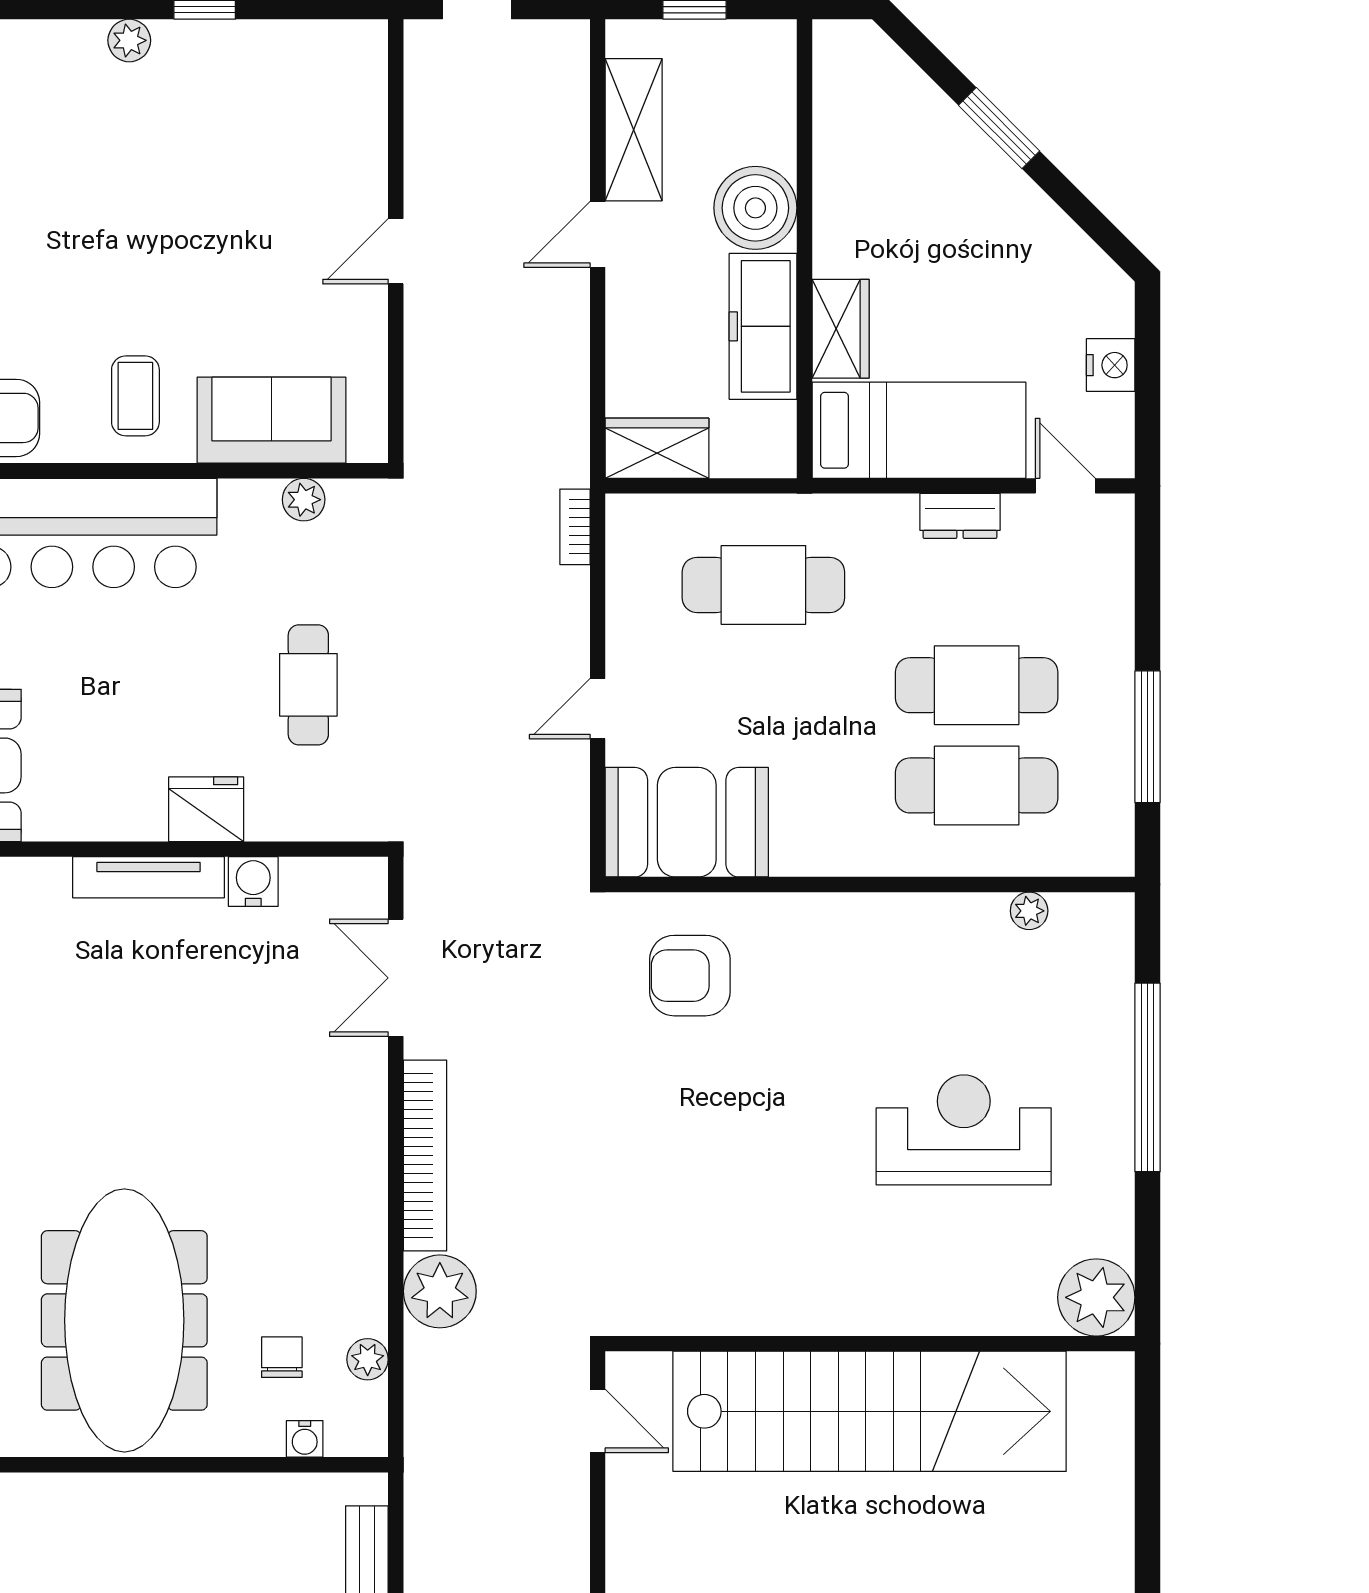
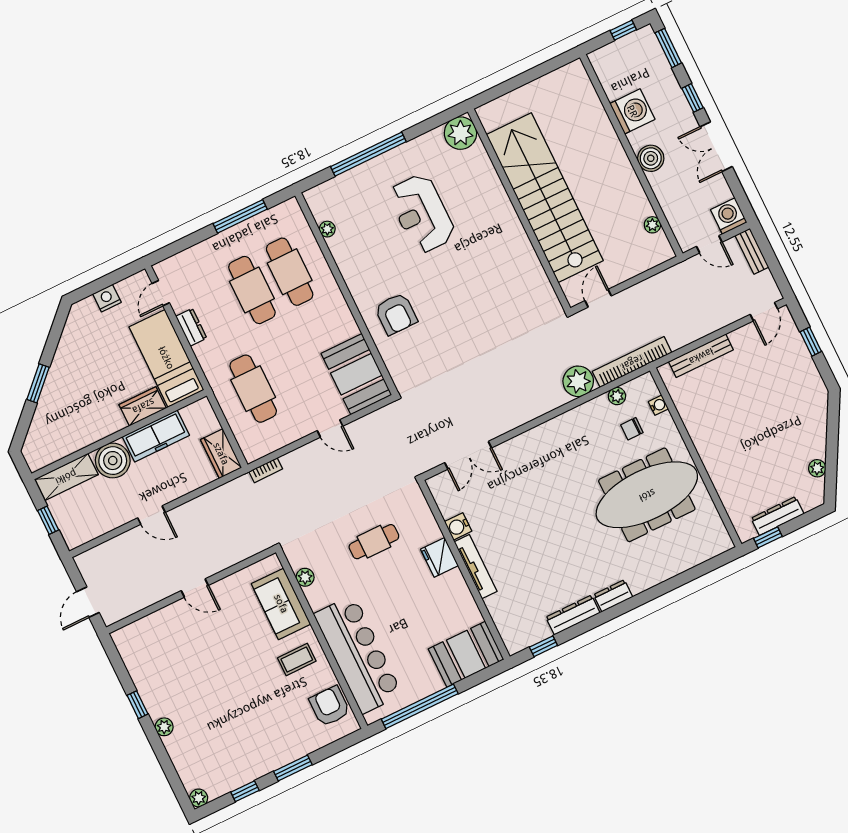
shelving: (634, 130) -> (66, 477), moved
armchair: (690, 976) -> (396, 314), moved
bookcase: (425, 1156) -> (632, 362), moved

